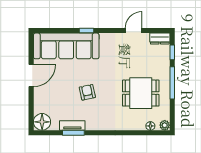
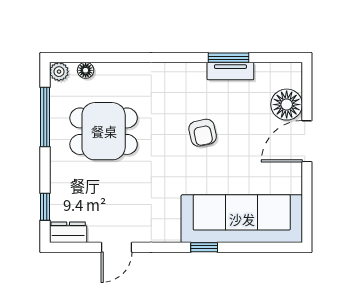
door: (31, 75) -> (307, 141), moved
window: (172, 83) -> (45, 117), moved
floor lamp: (42, 122) -> (287, 105), moved

